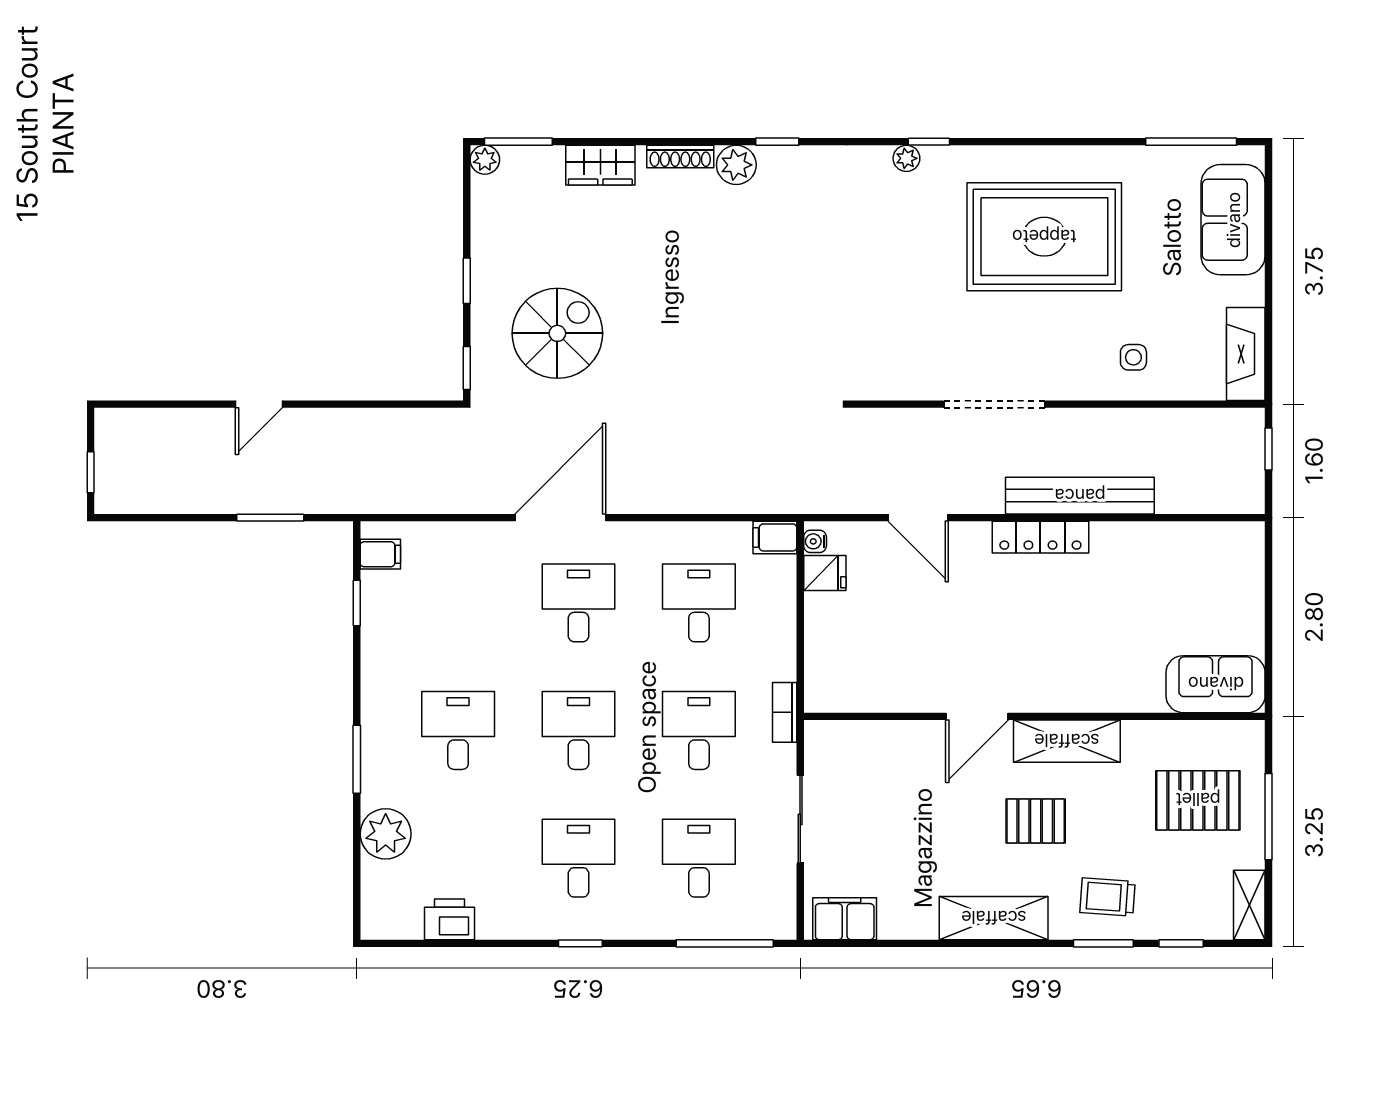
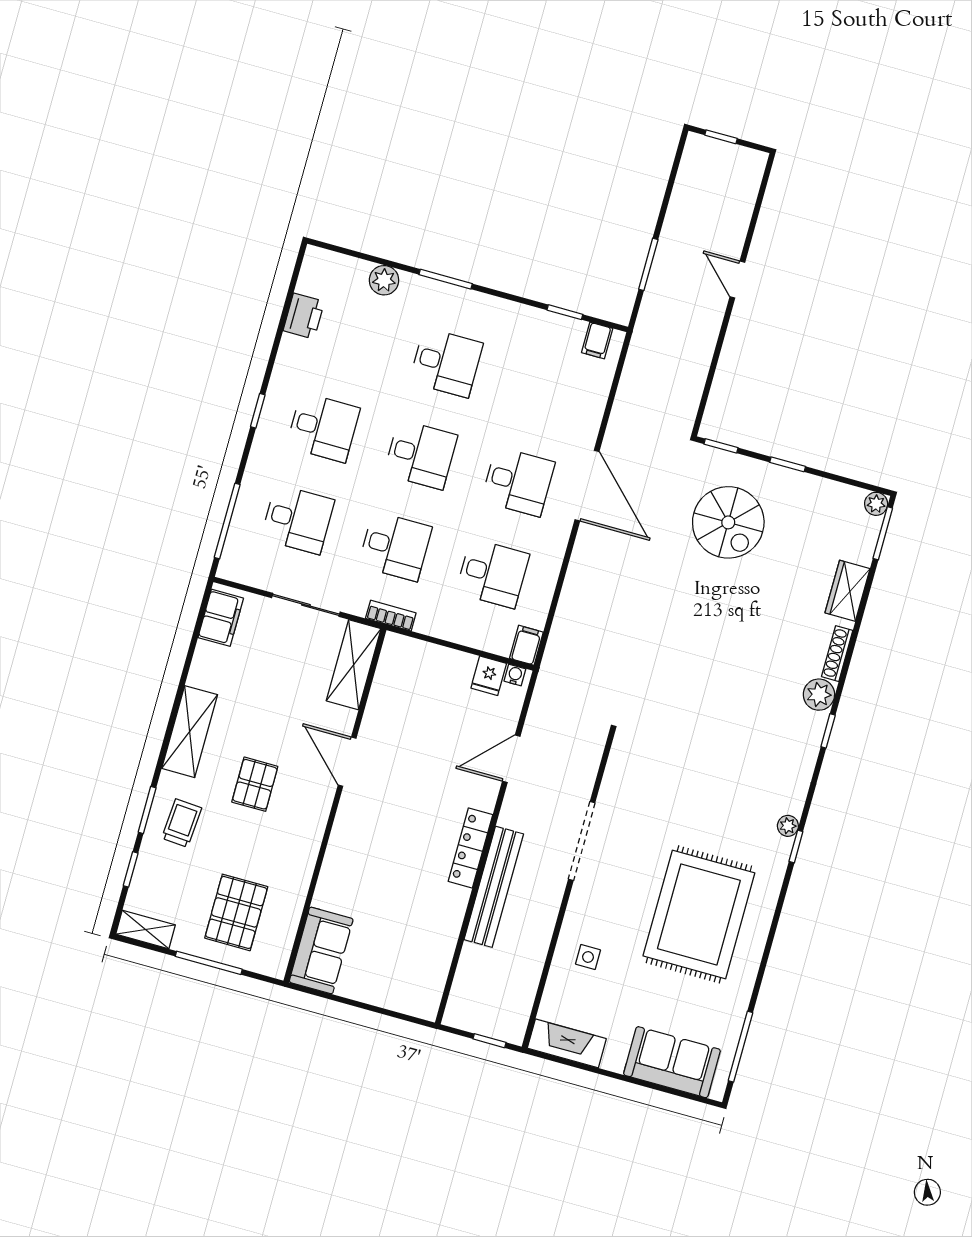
shelving: (1067, 741) -> (354, 665), moved
plant: (386, 834) -> (384, 280), width x0.73, depth x0.73

